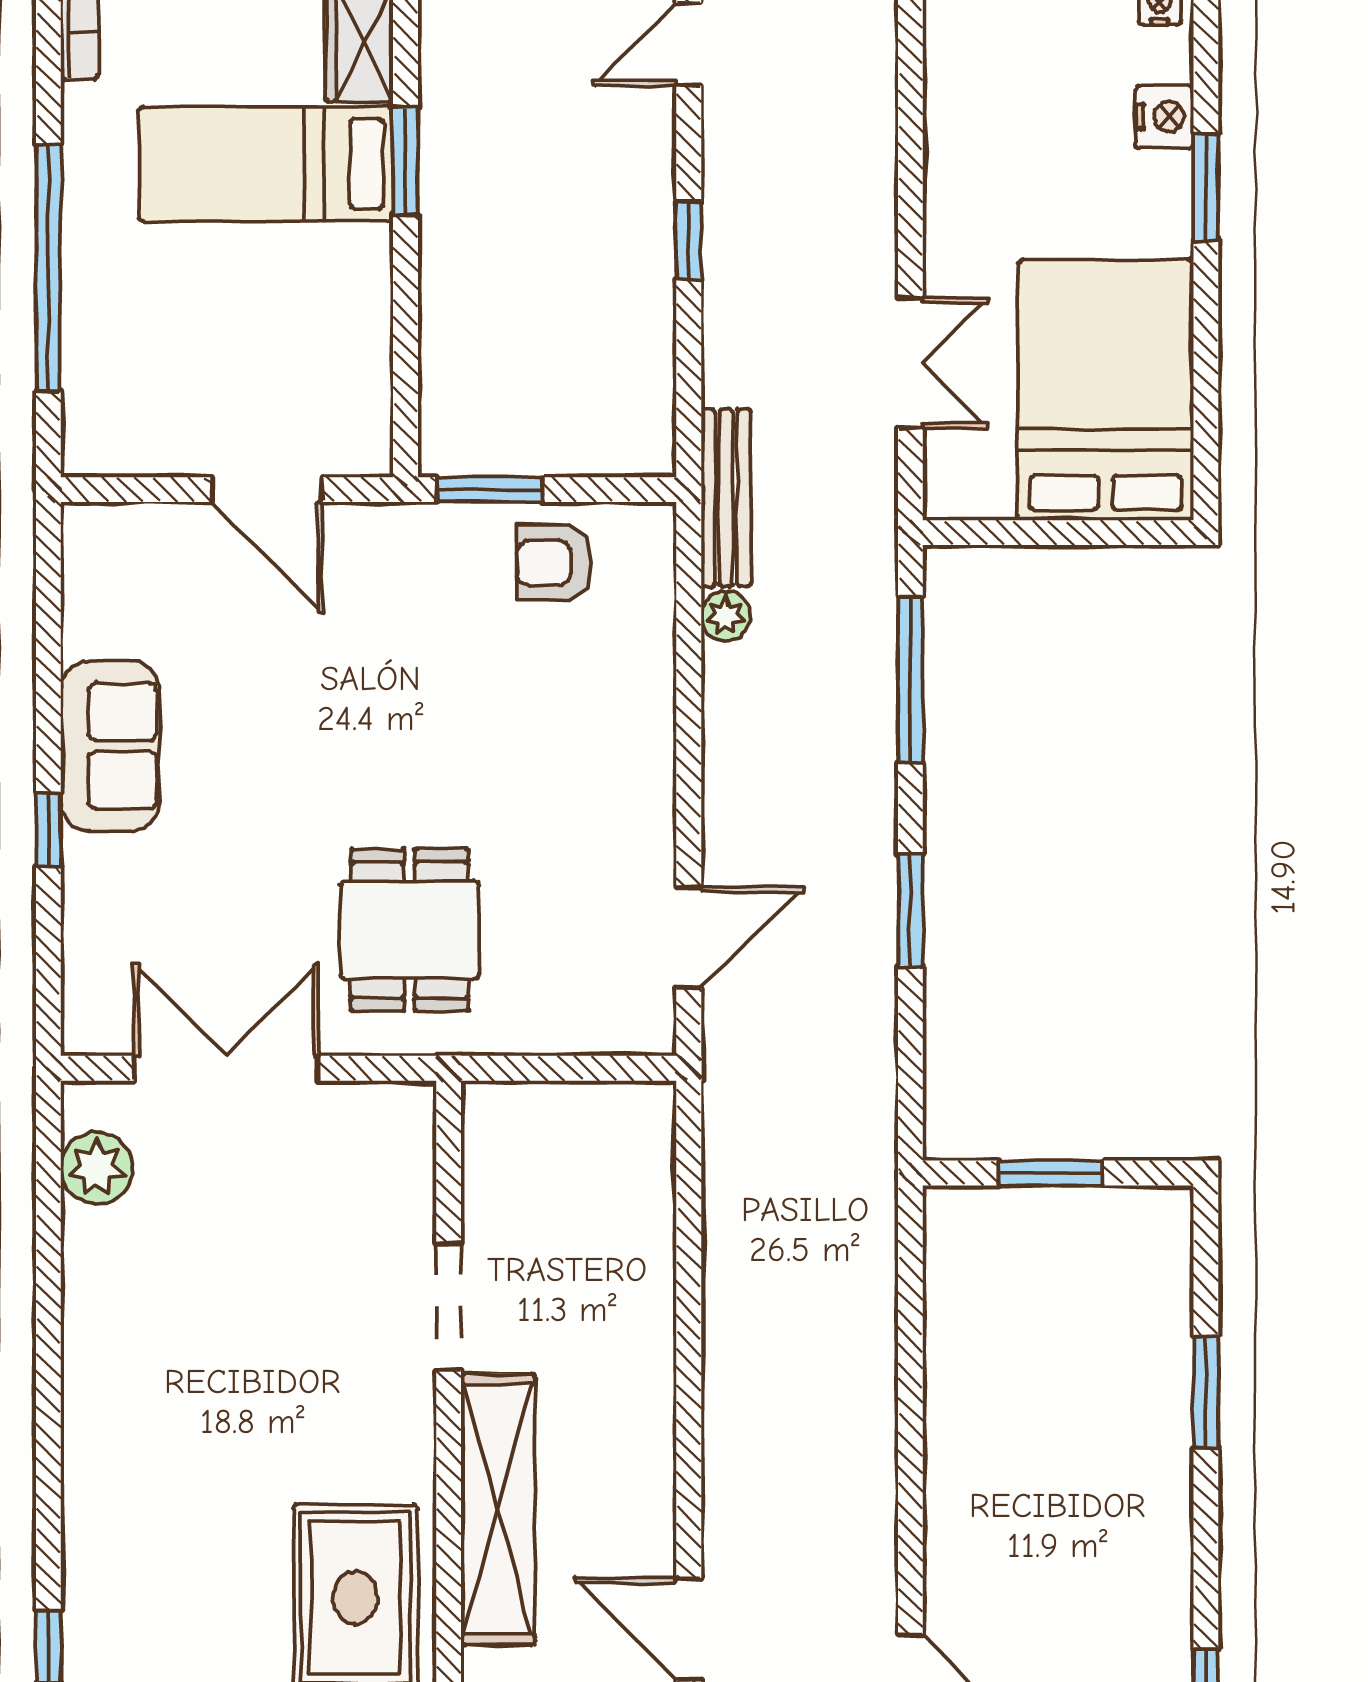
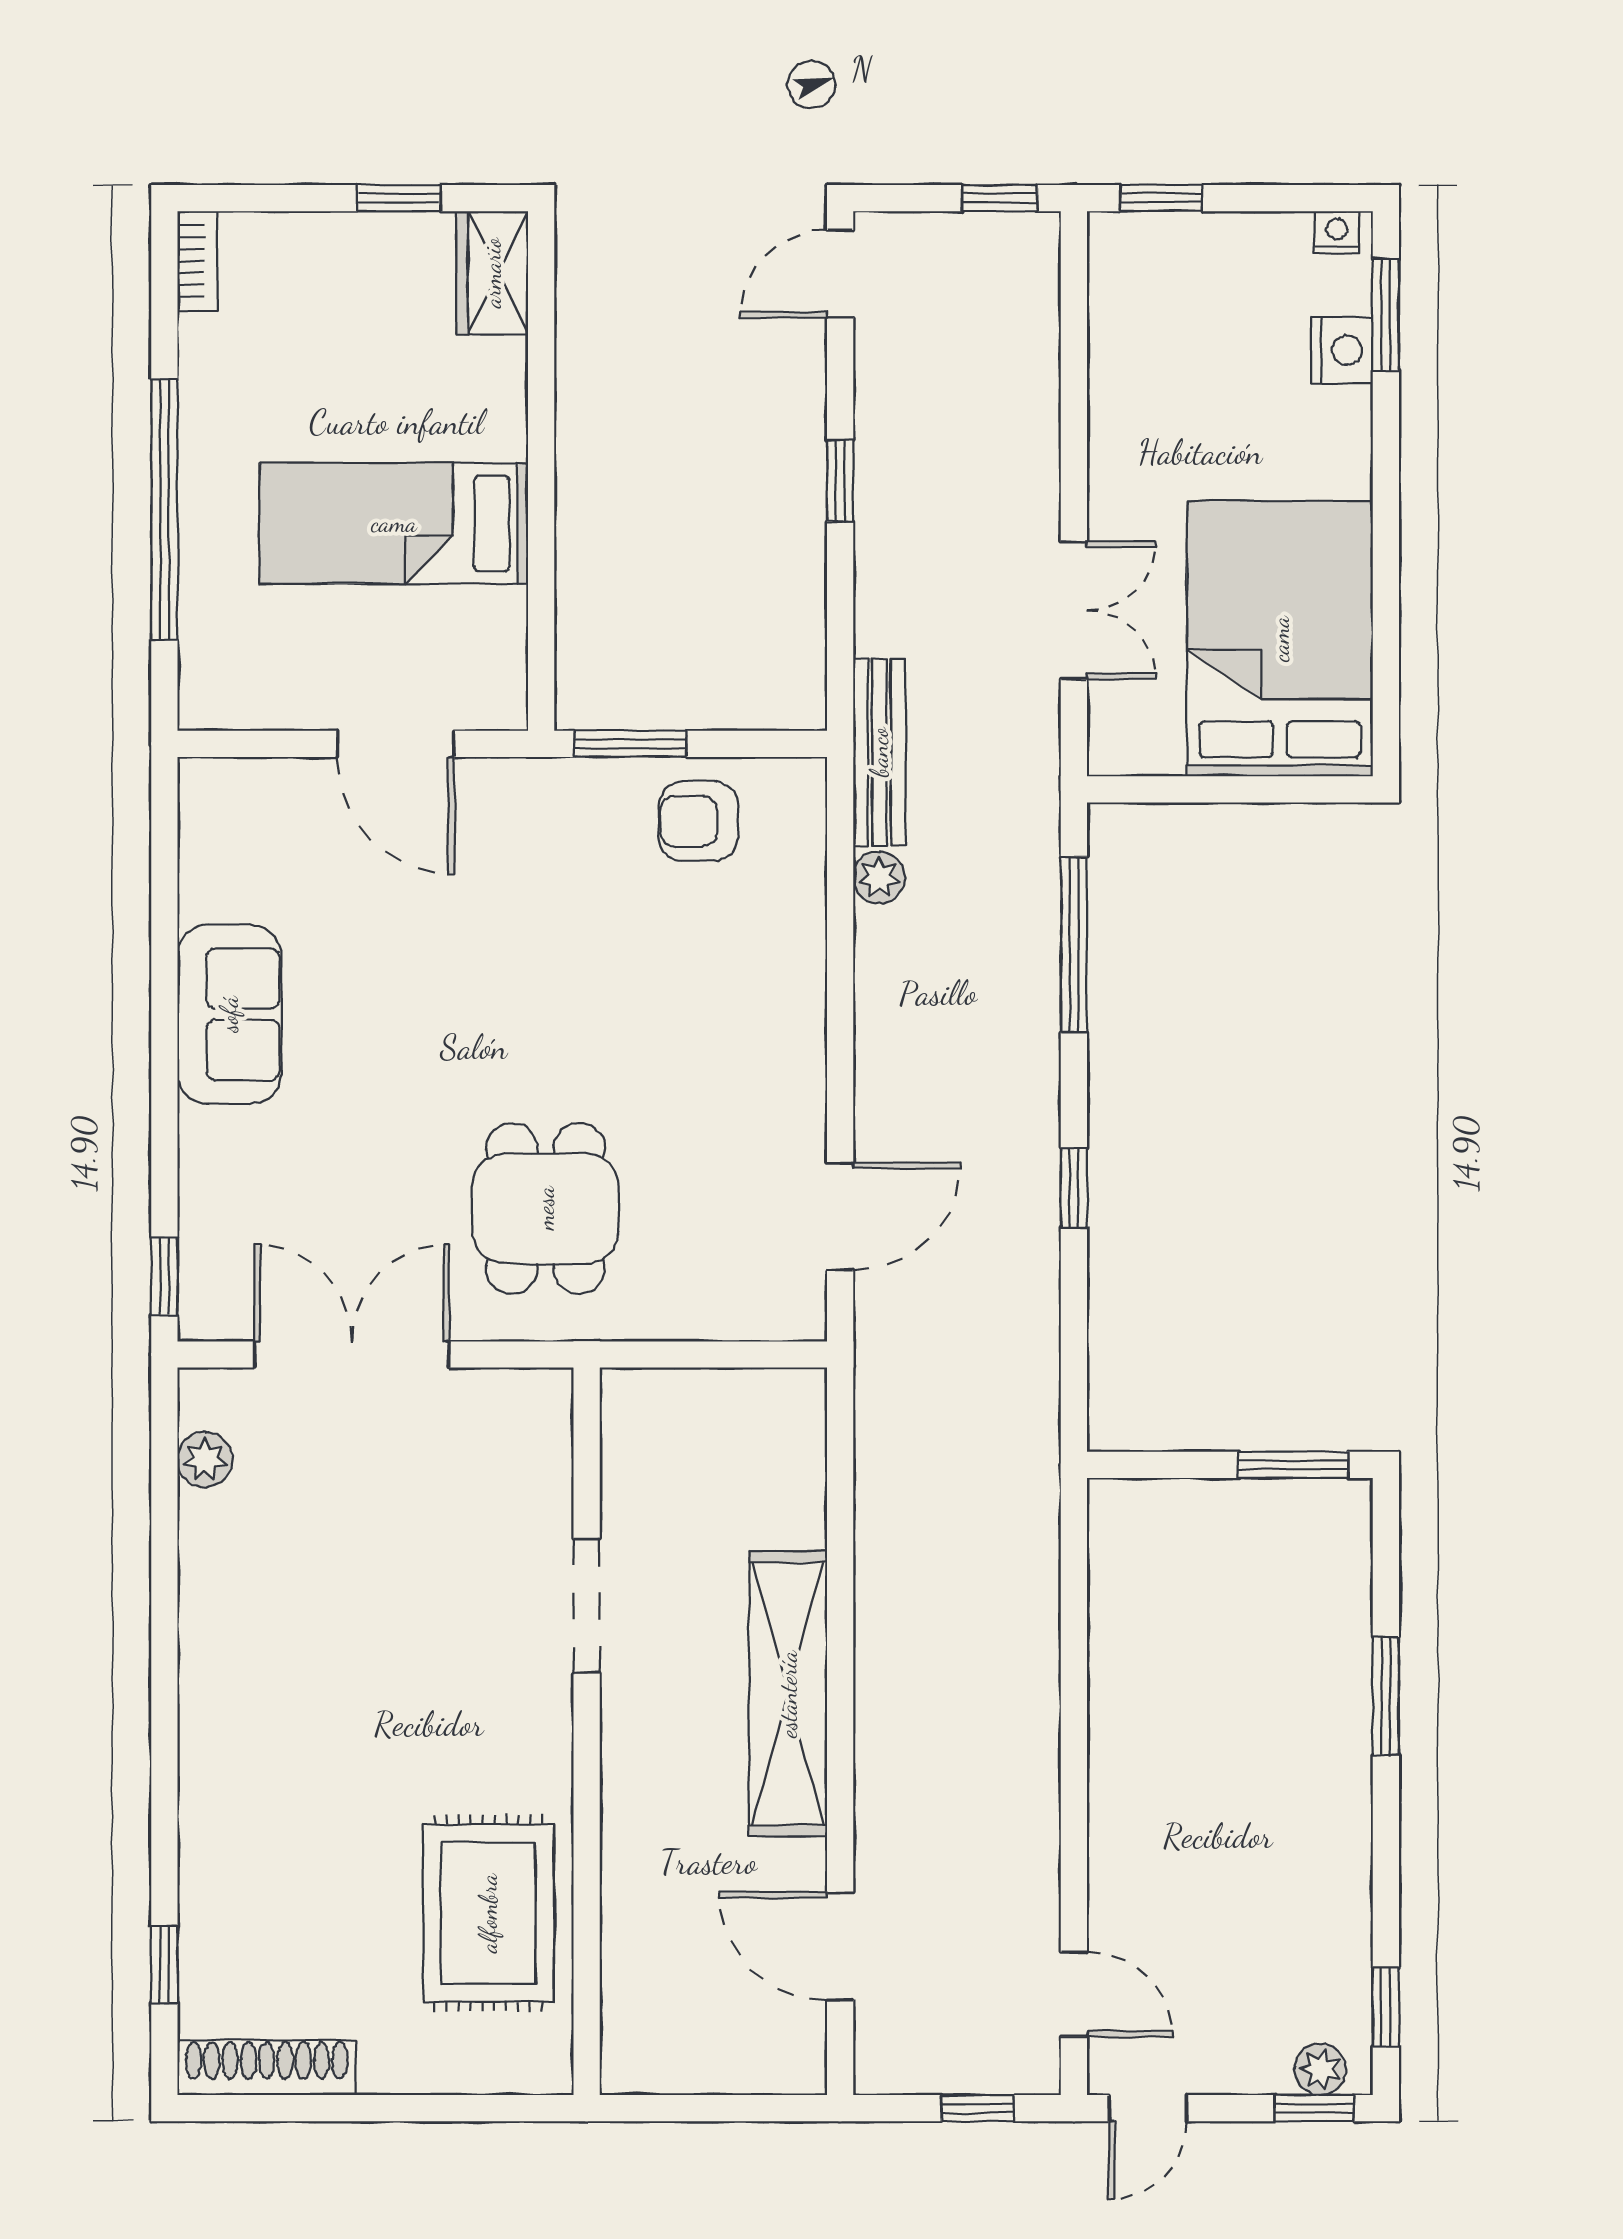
window: (405, 161) -> (541, 397), removed
bed: (266, 164) -> (394, 523), moved
window: (1206, 187) -> (1386, 315), moved
window: (48, 829) -> (164, 1276), moved
window: (910, 910) -> (1074, 1188), width x0.67
plant: (97, 1168) -> (205, 1460), width x0.73, depth x0.73
window: (1051, 1173) -> (1293, 1465), moved
shelving: (498, 1509) -> (788, 1694), moved

